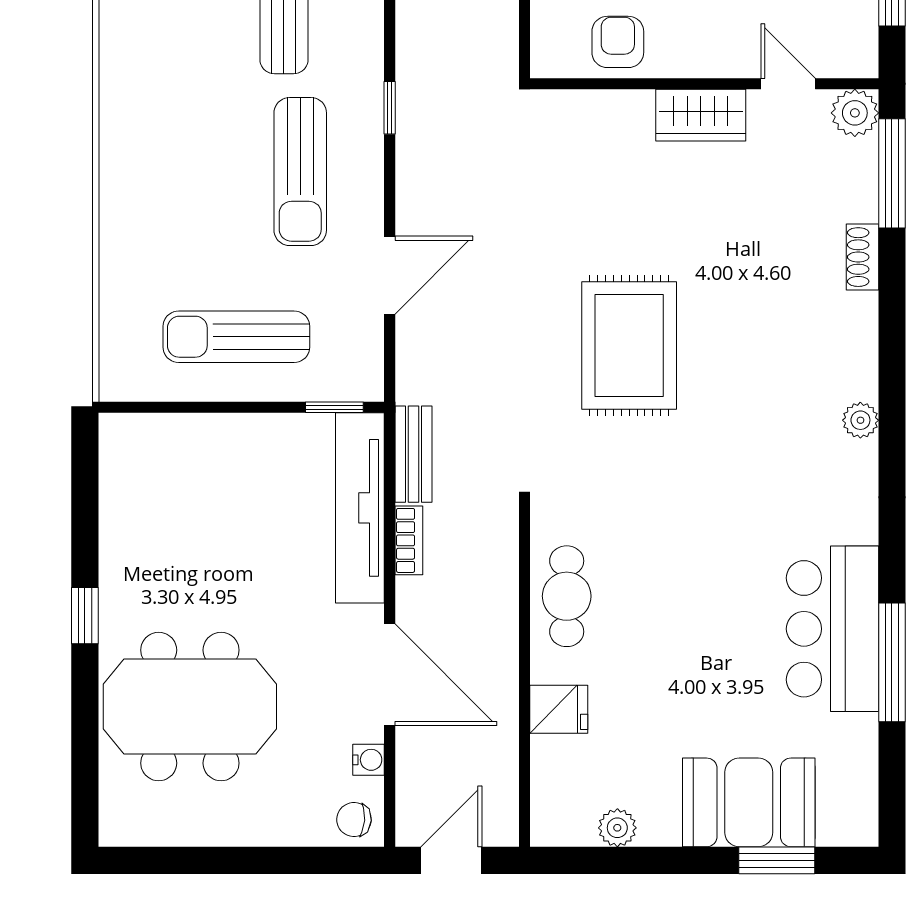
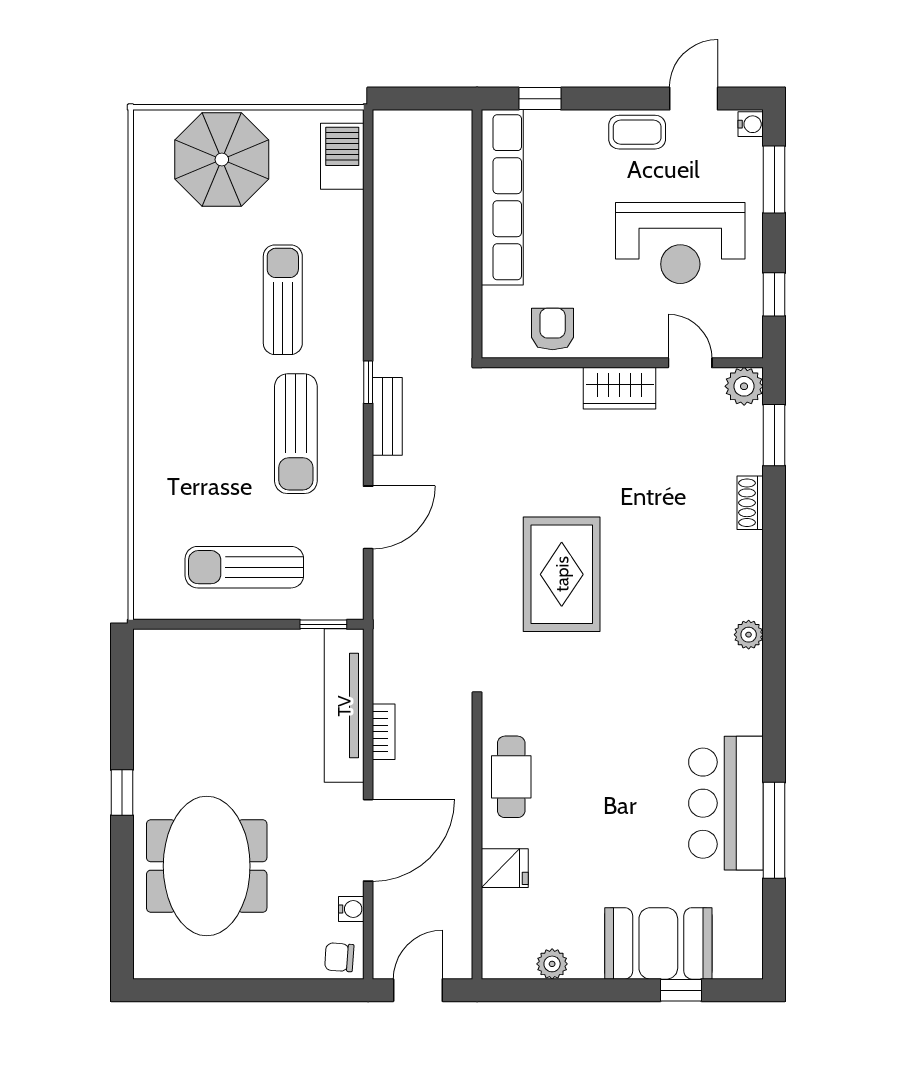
window: (892, 173) -> (774, 435), width x0.69
bench: (413, 454) -> (387, 416), moved
door: (390, 675) -> (368, 840), hinge flipped
meeting table: (190, 707) -> (207, 866), turned 90
window: (777, 860) -> (681, 990), width x0.67

